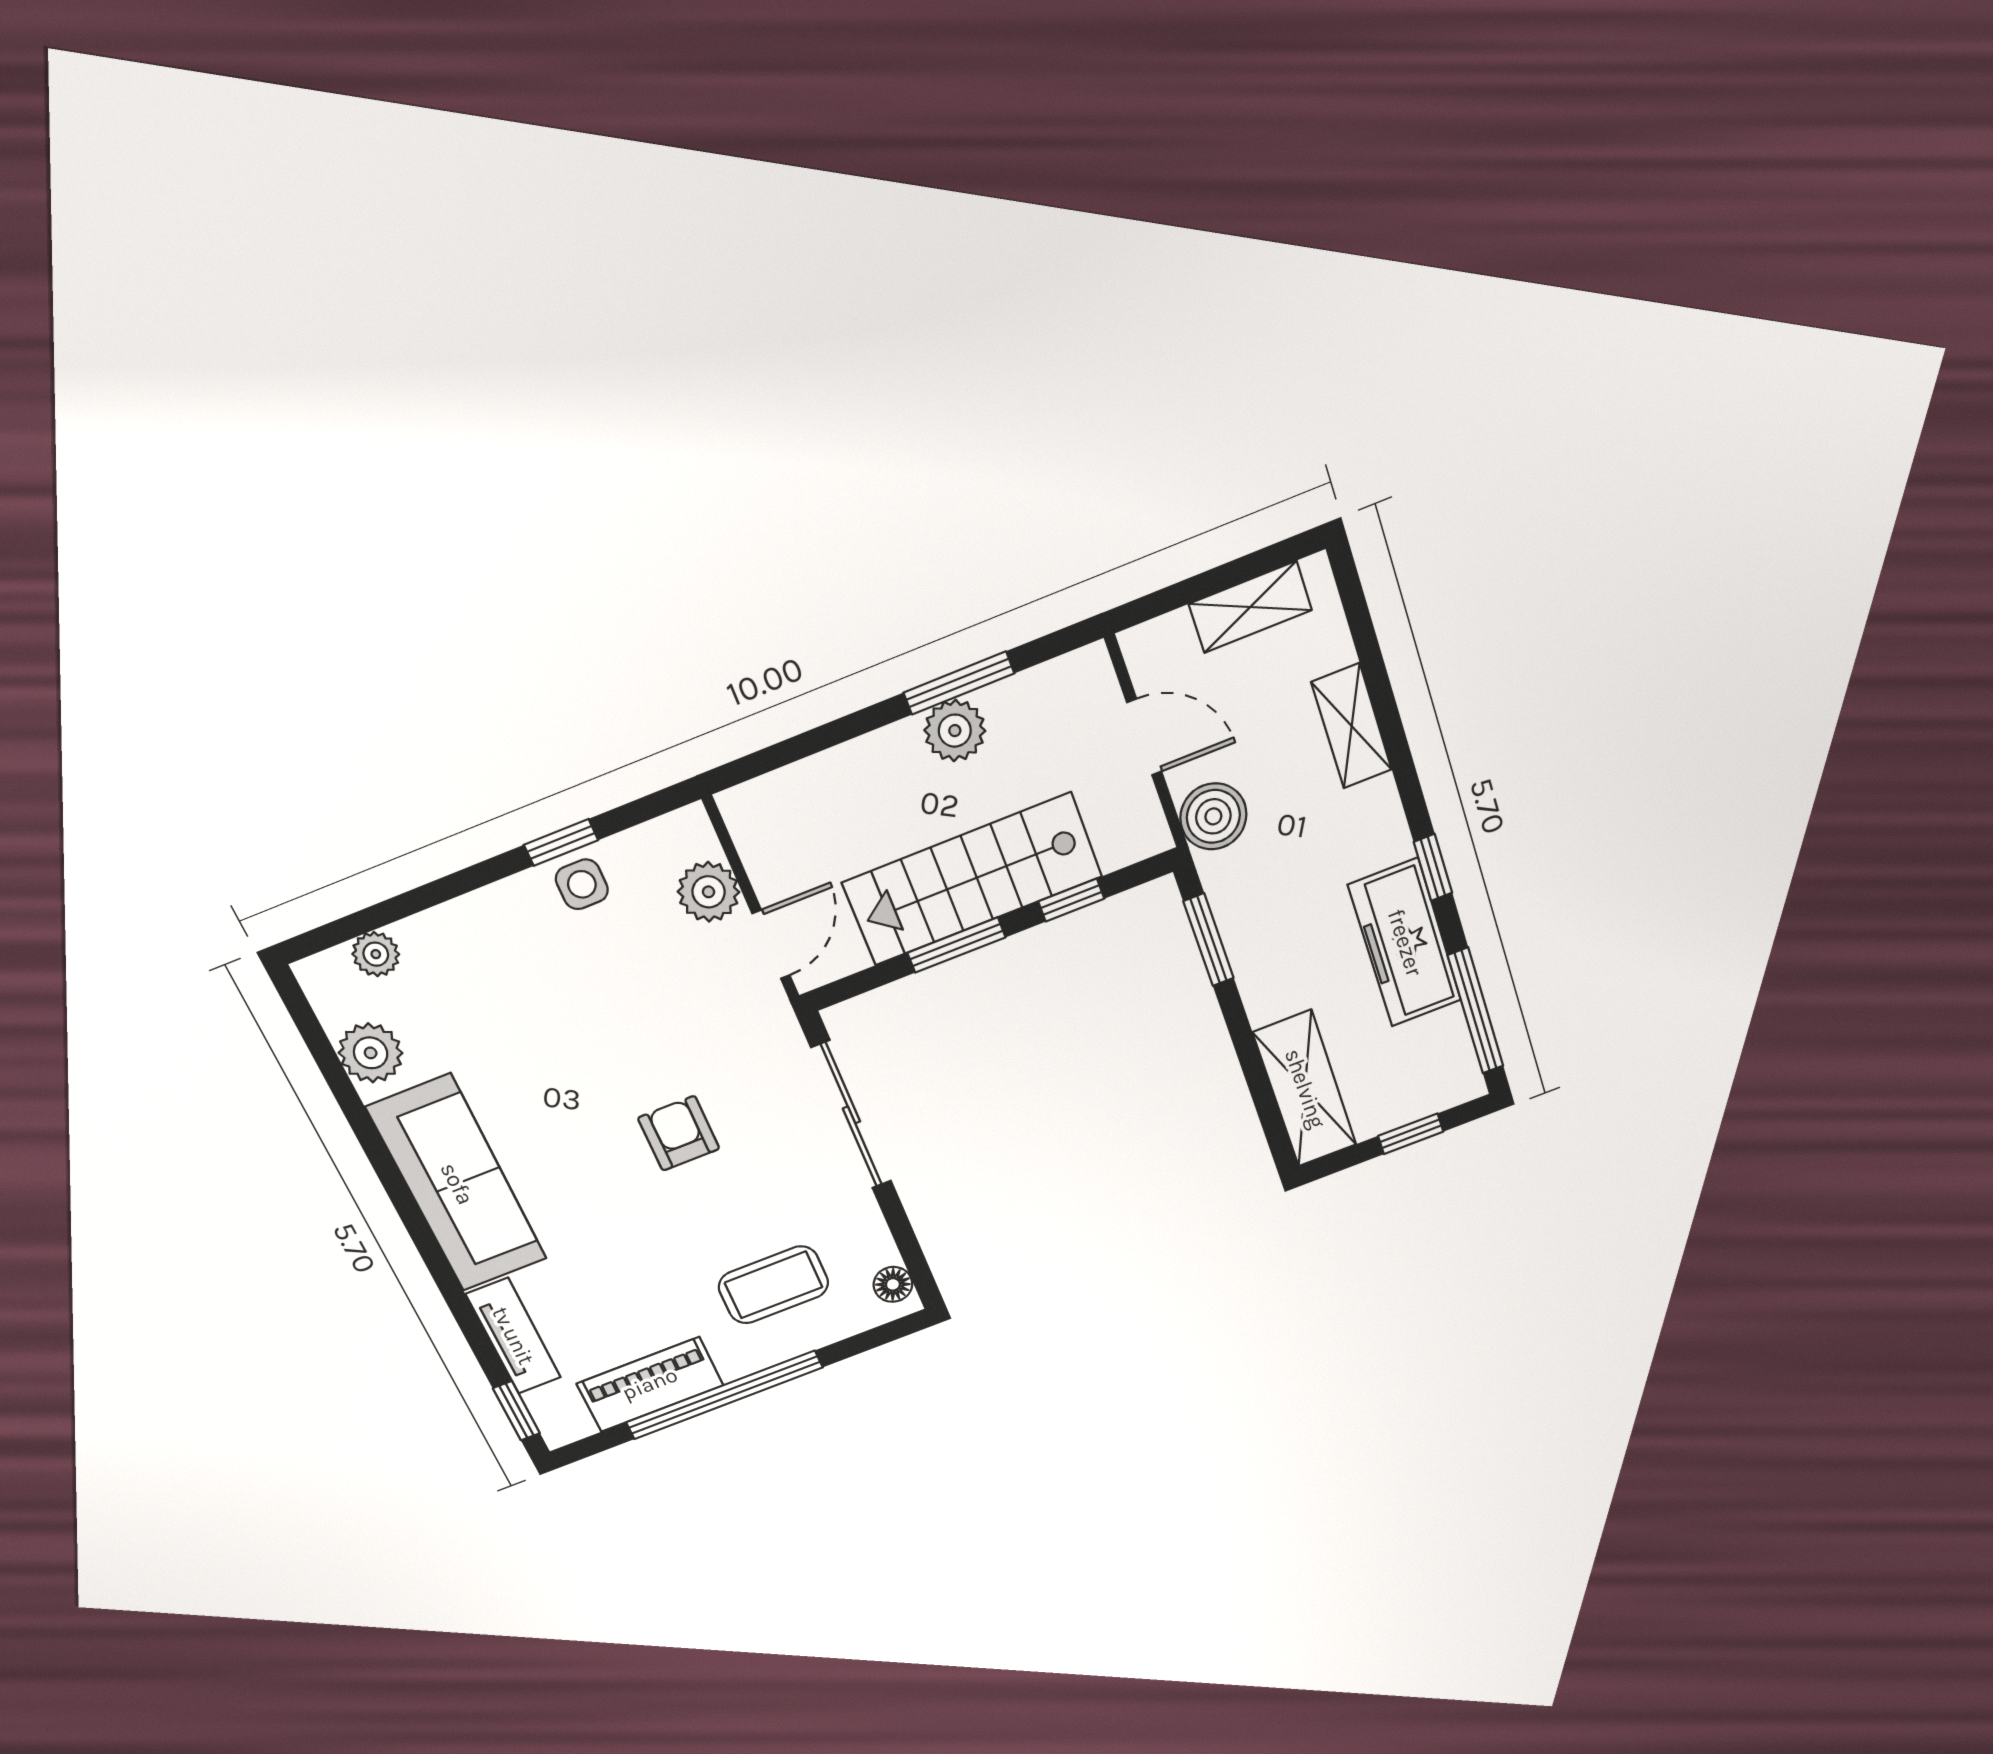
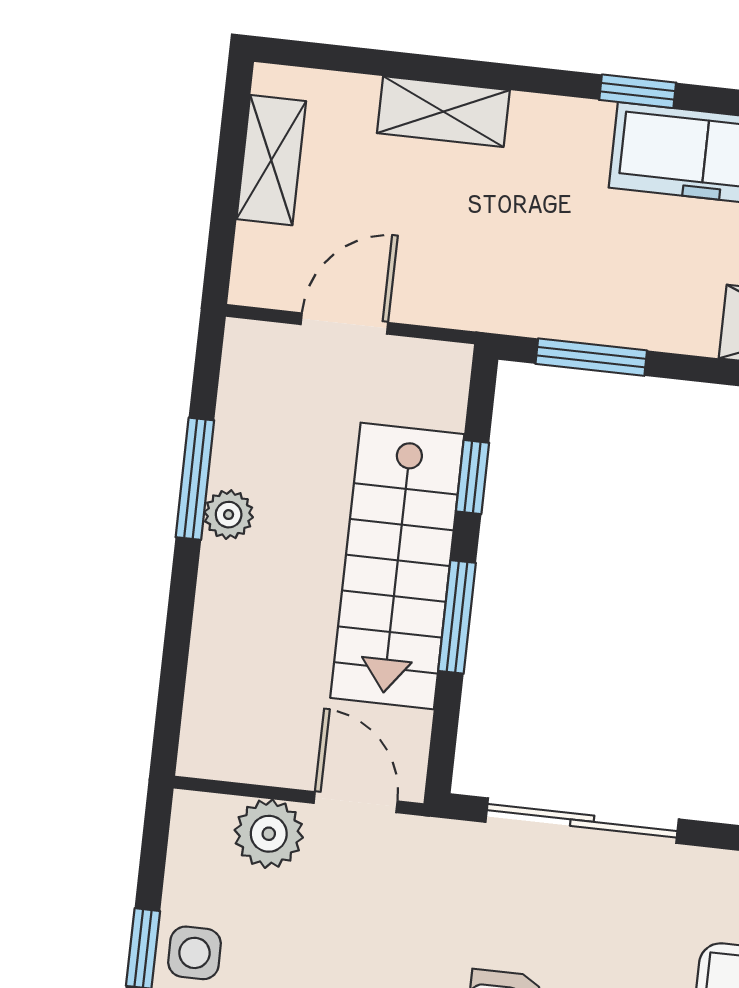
plant: (955, 731) -> (229, 515), width x0.73, depth x0.73
boiler: (1213, 816) -> (462, 292), removed

